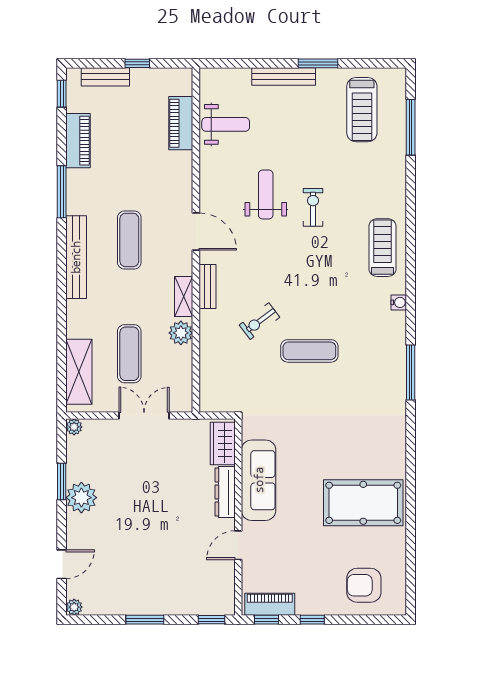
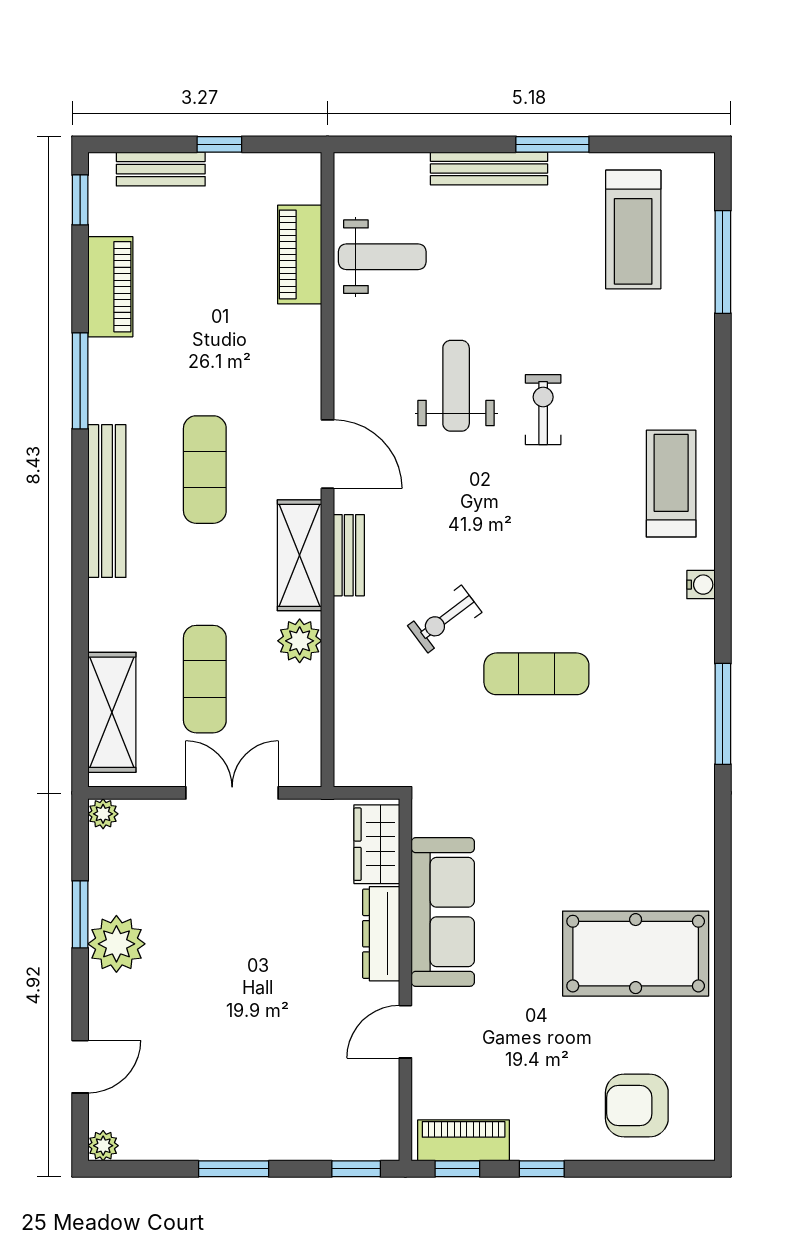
shelving: (184, 297) -> (299, 555), width x1.50, depth x1.33

